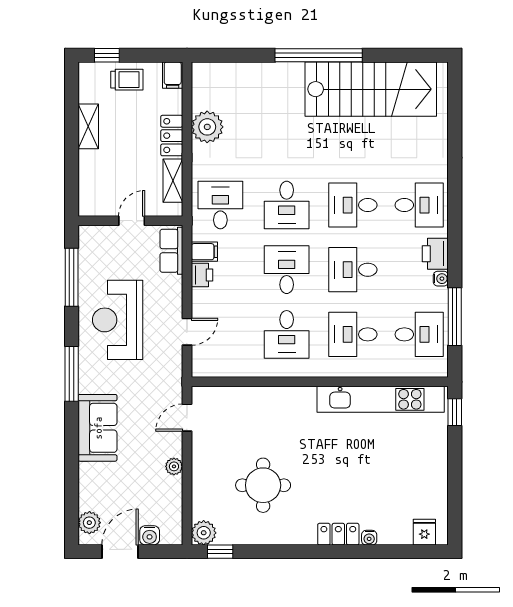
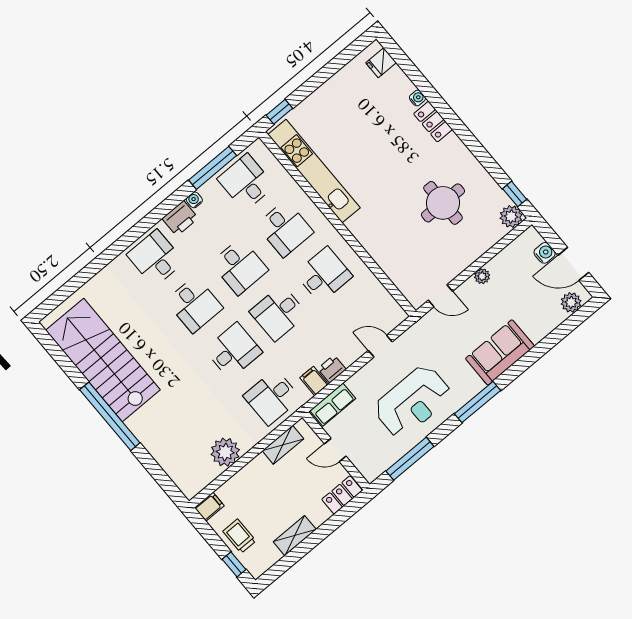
locker: (172, 136) -> (342, 495), moved, turned 180

